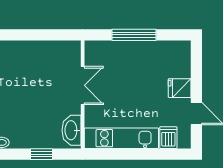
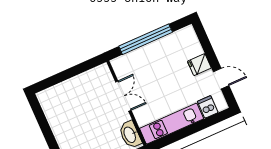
window: (134, 35) -> (146, 39), width x1.46

